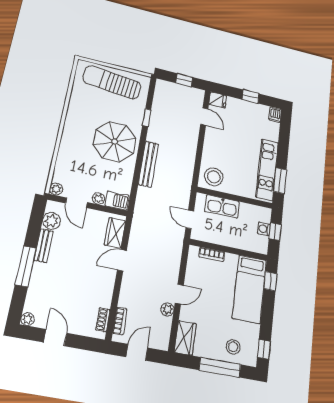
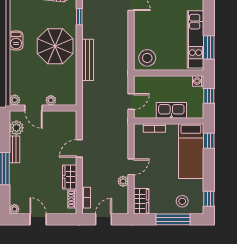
barbecue: (117, 201) -> (16, 40), moved, turned 90
kitchen sink: (222, 206) -> (171, 110), moved, turned 180
door: (190, 219) -> (131, 102), swing flipped
washing machine: (264, 229) -> (198, 81), moved
wardrobe: (115, 233) -> (70, 177), moved

